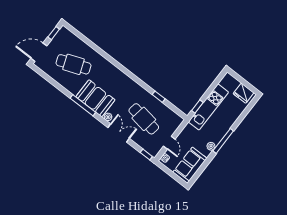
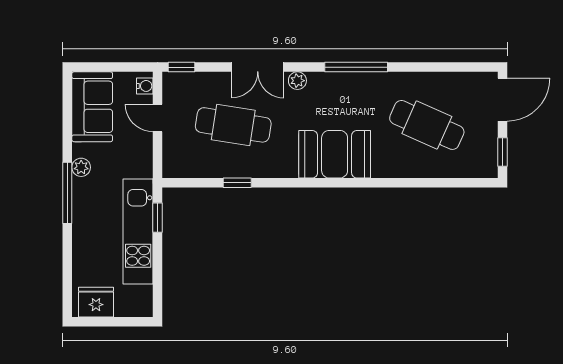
cafe table: (73, 64) -> (427, 125), turned 45
booth: (95, 98) -> (335, 154), moved

